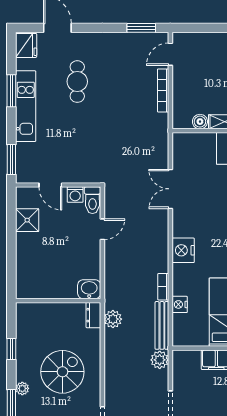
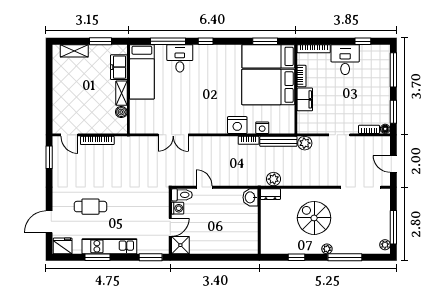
shower: (27, 220) -> (180, 245), moved
nightstand: (183, 250) -> (237, 125), moved

